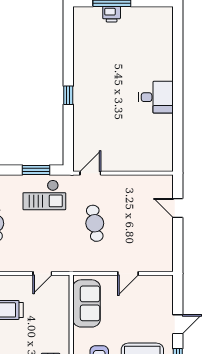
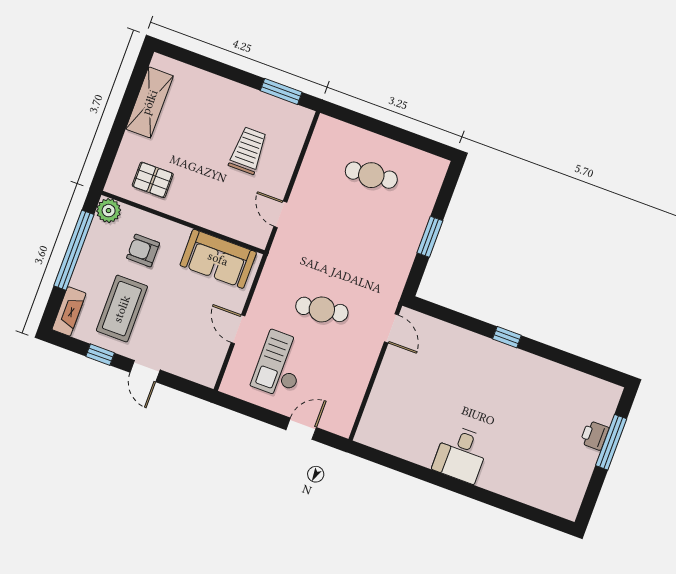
window: (36, 170) -> (430, 237), moved
checkout: (44, 195) -> (280, 364), moved

